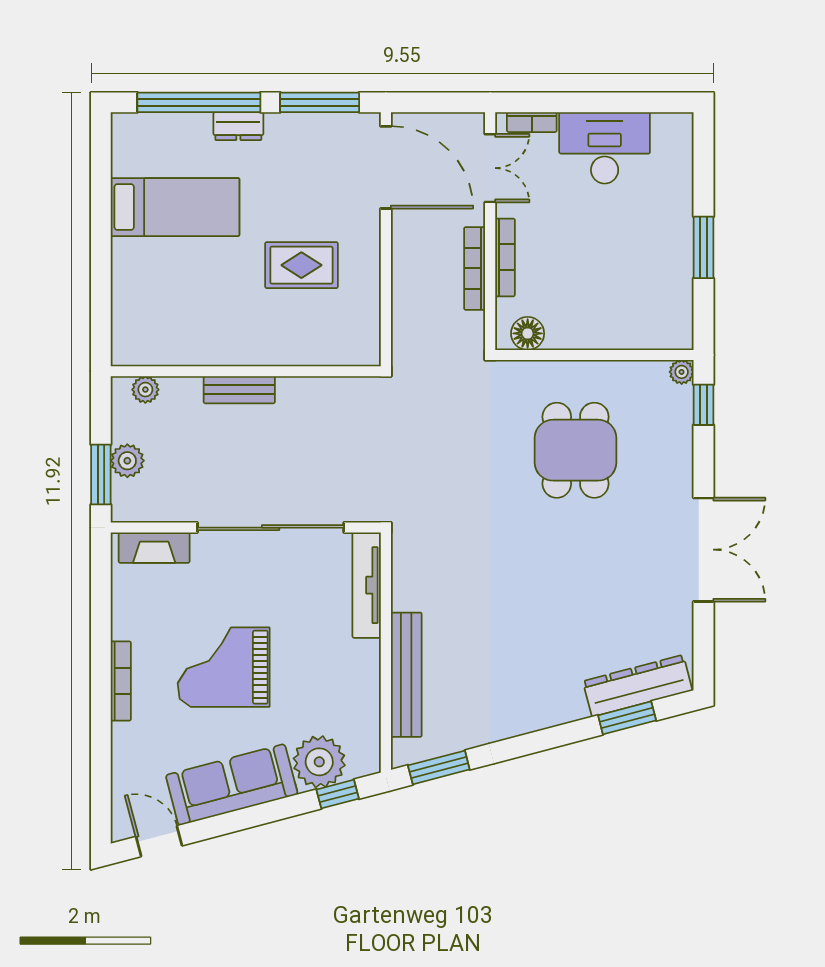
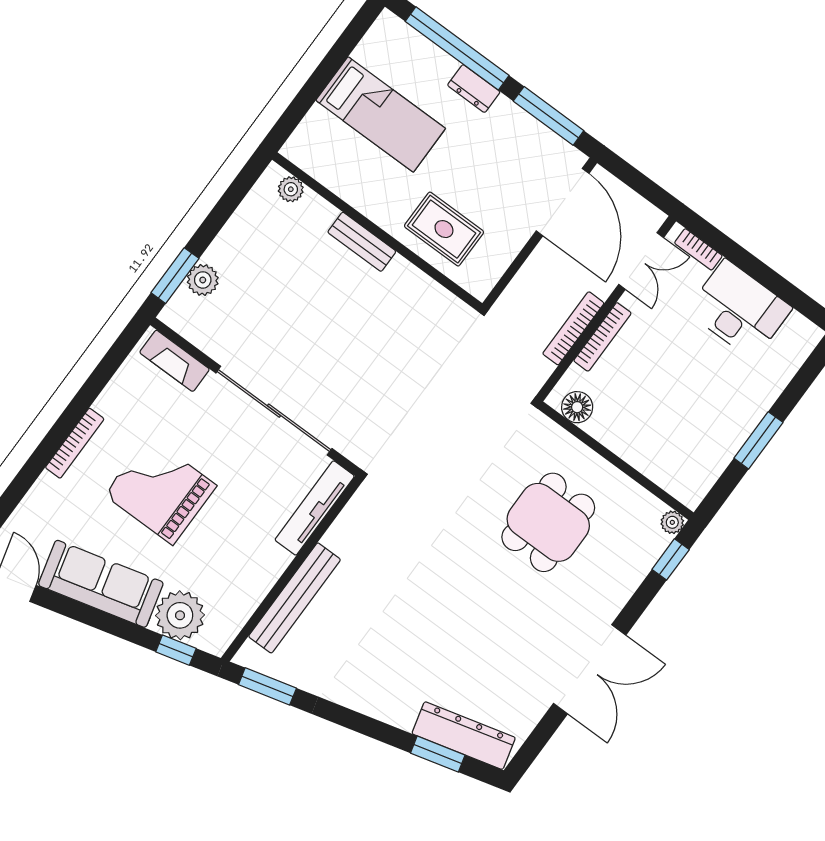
wall: (246, 371) -> (377, 231), moved
plant: (145, 390) -> (291, 189), moved
bench: (239, 390) -> (362, 242), moved

